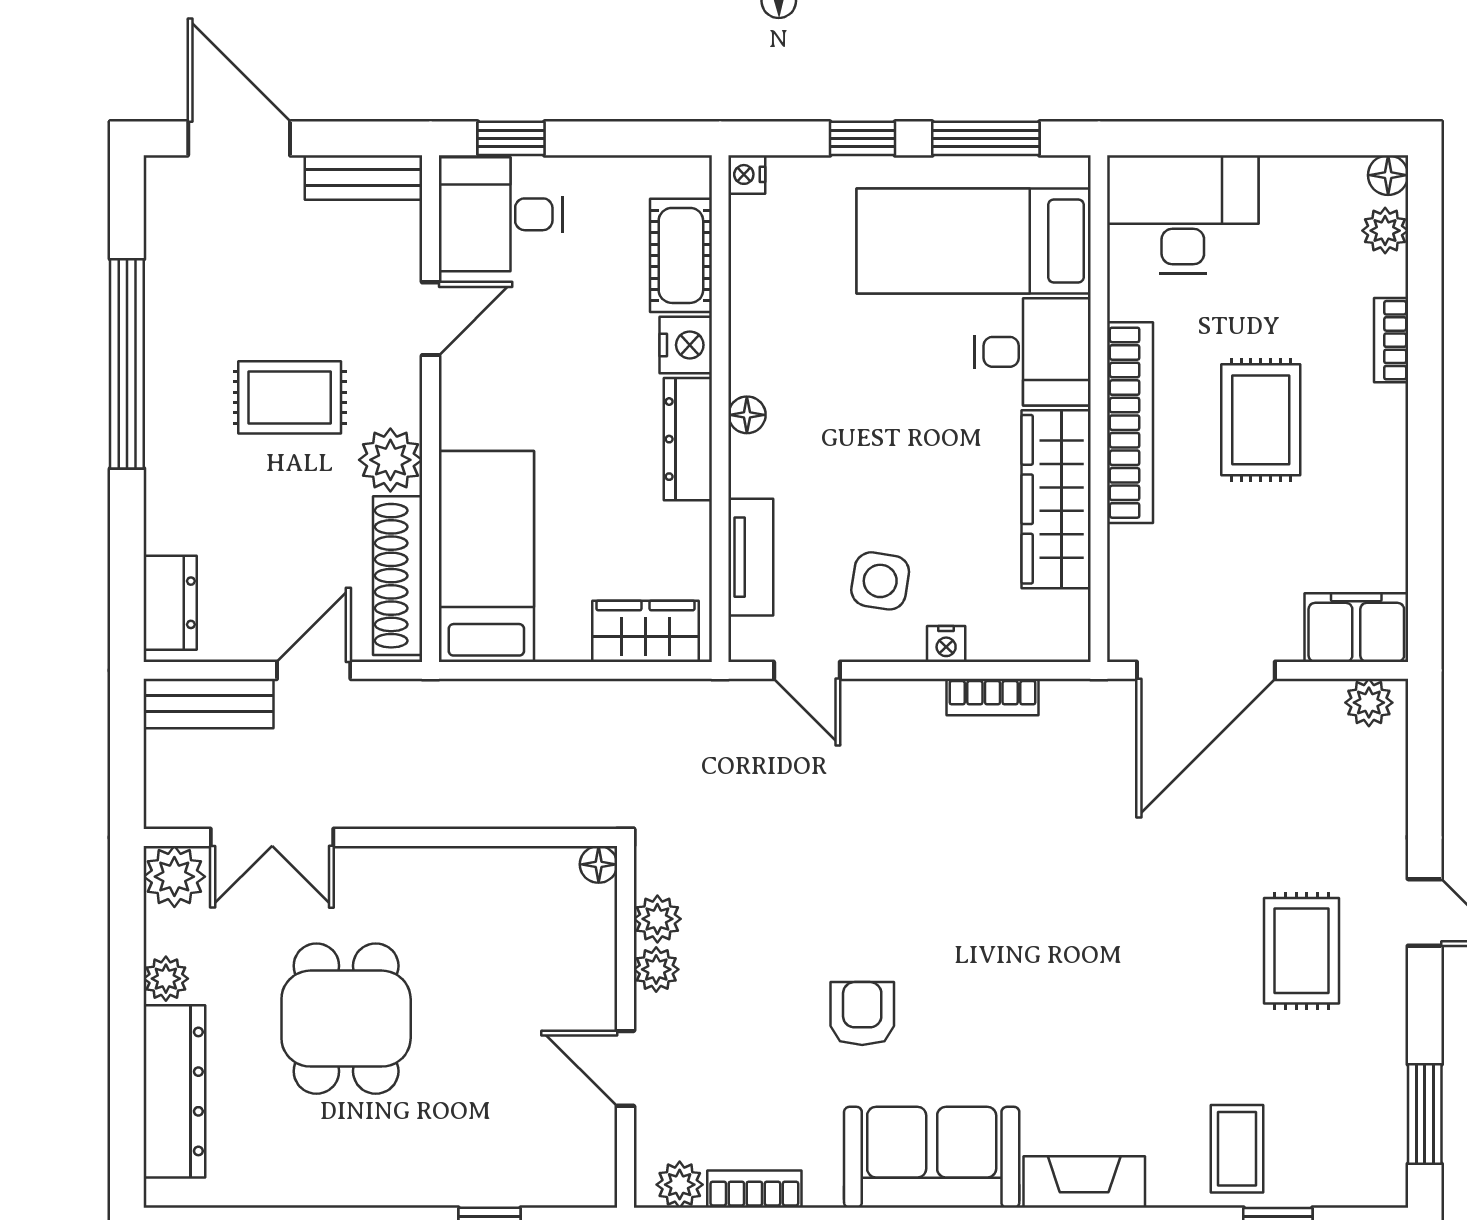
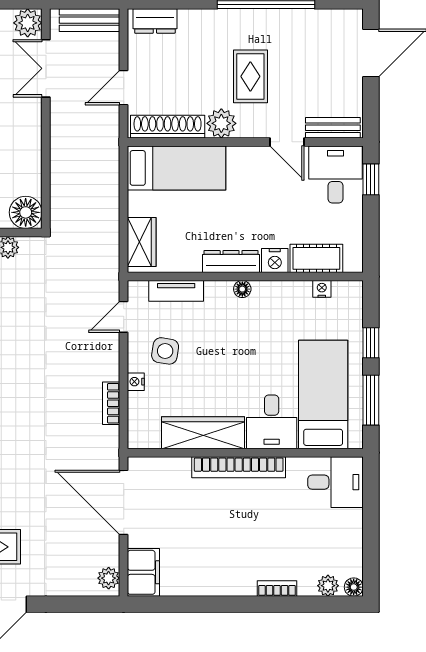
nightstand: (747, 174) -> (322, 289), moved
bench: (364, 178) -> (333, 128), moved, turned 90
desk: (1183, 214) -> (335, 482), width x0.73
rug: (1261, 420) -> (240, 528), removed
door: (314, 670) -> (124, 88), swing flipped
bench: (209, 703) -> (89, 20), moved, turned 90
floor lamp: (599, 864) -> (26, 212), width x1.89, depth x1.89

